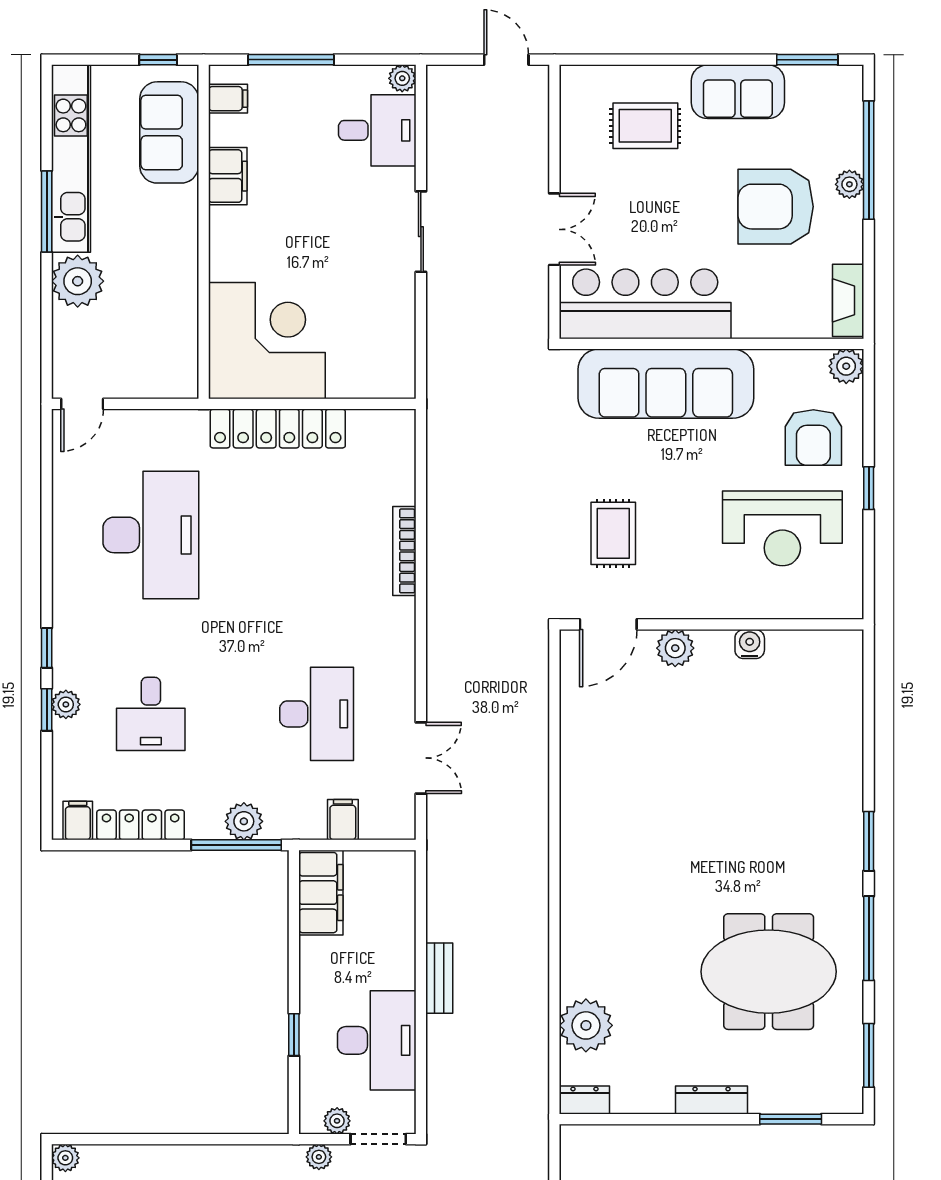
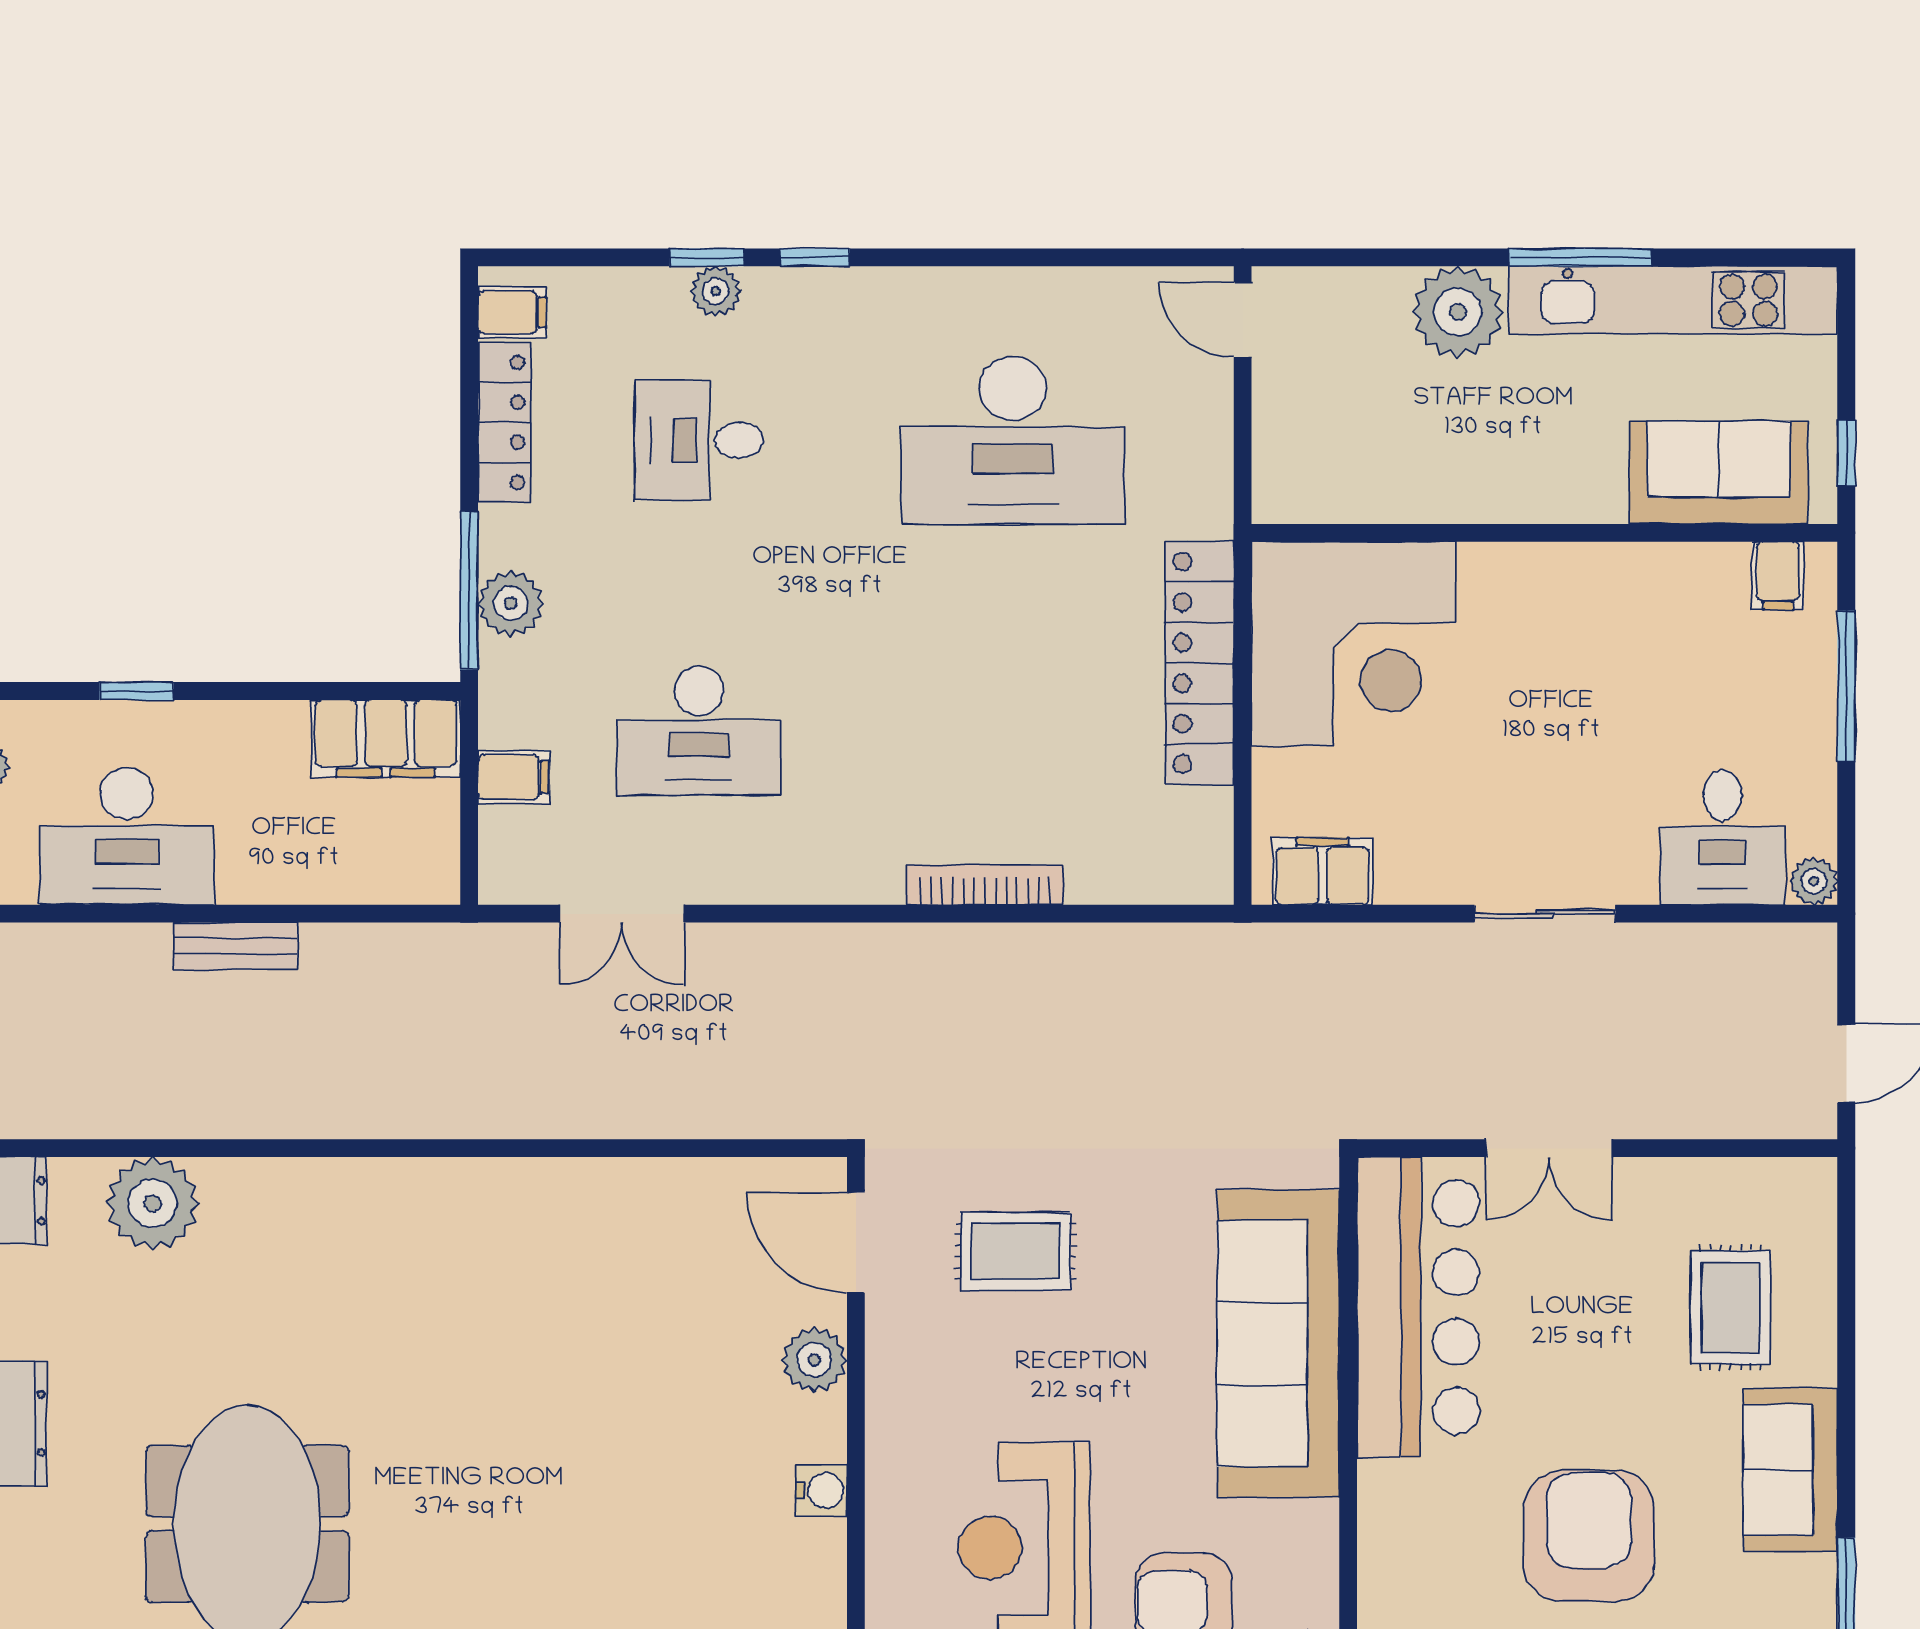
filing cabinet: (228, 176) -> (1322, 871), moved, turned 180

